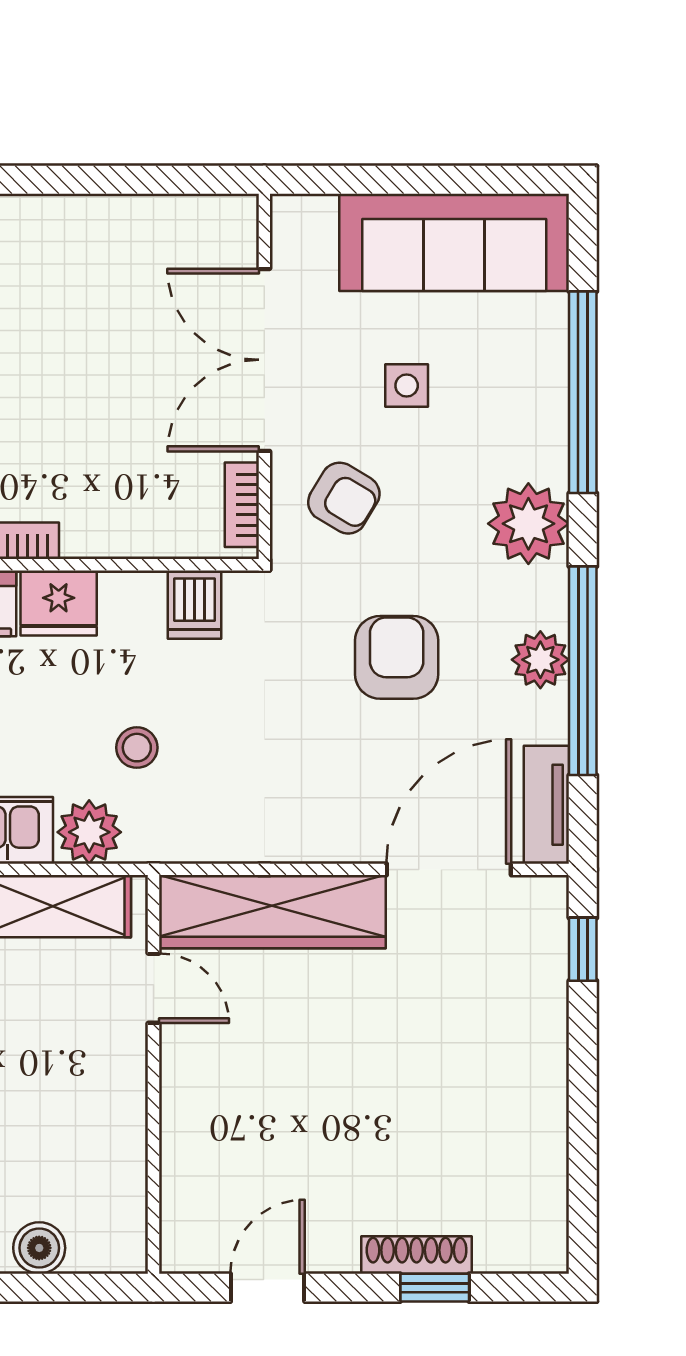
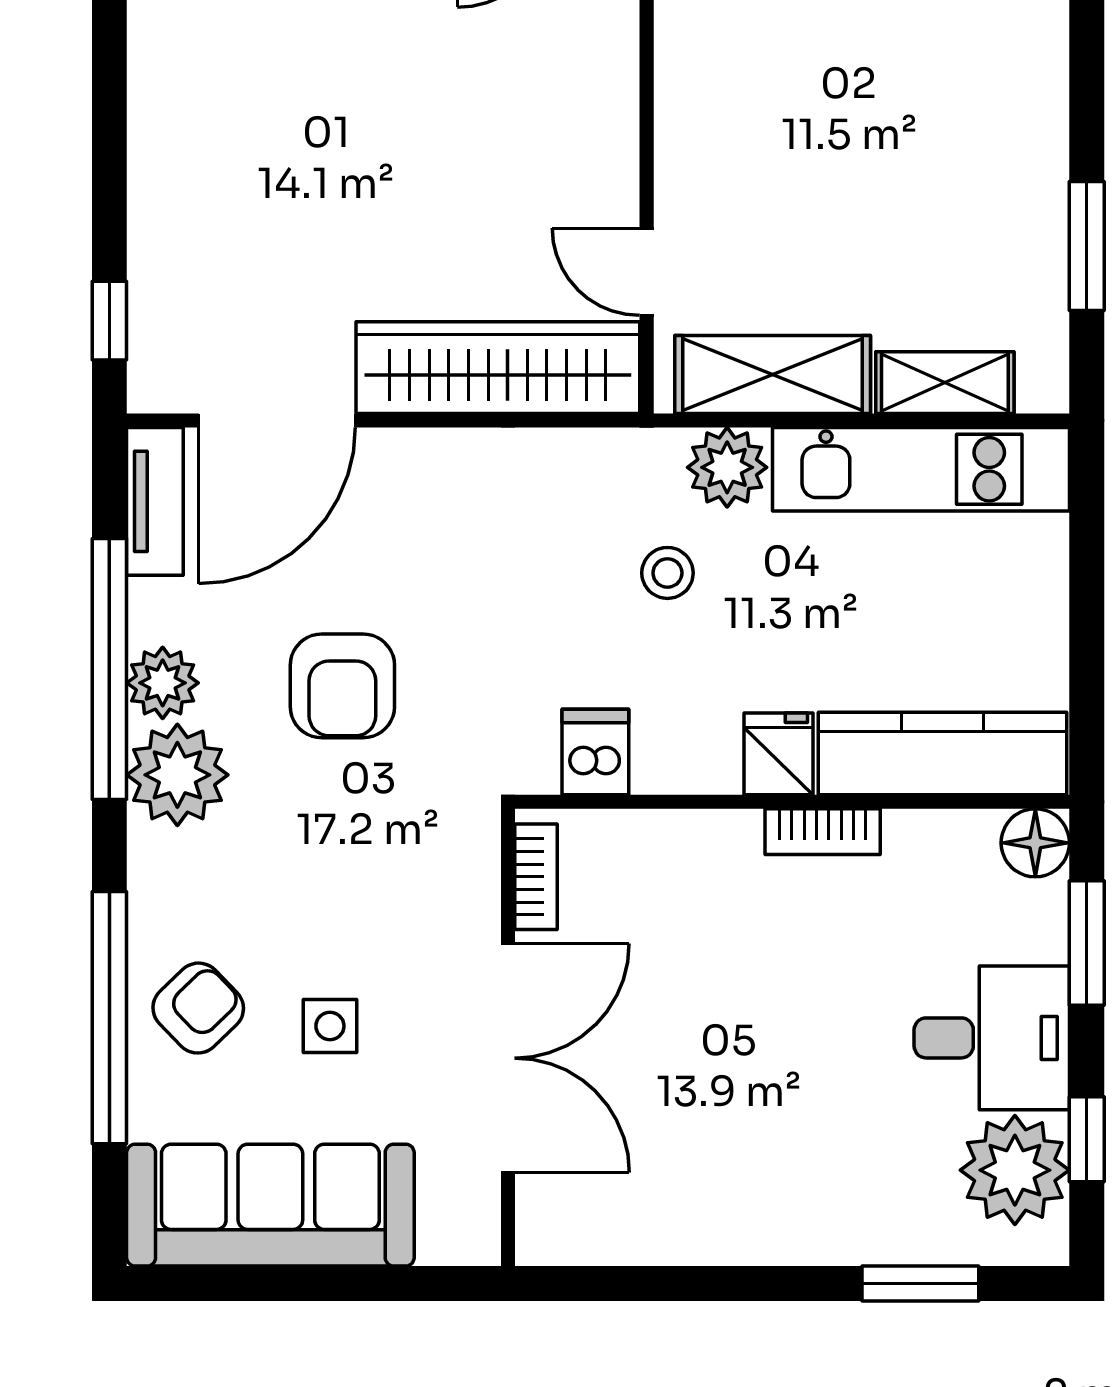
armchair: (344, 498) -> (198, 1008), moved, turned 105
plant: (528, 524) -> (177, 775), moved
fridge: (59, 603) -> (779, 754), width x0.72

